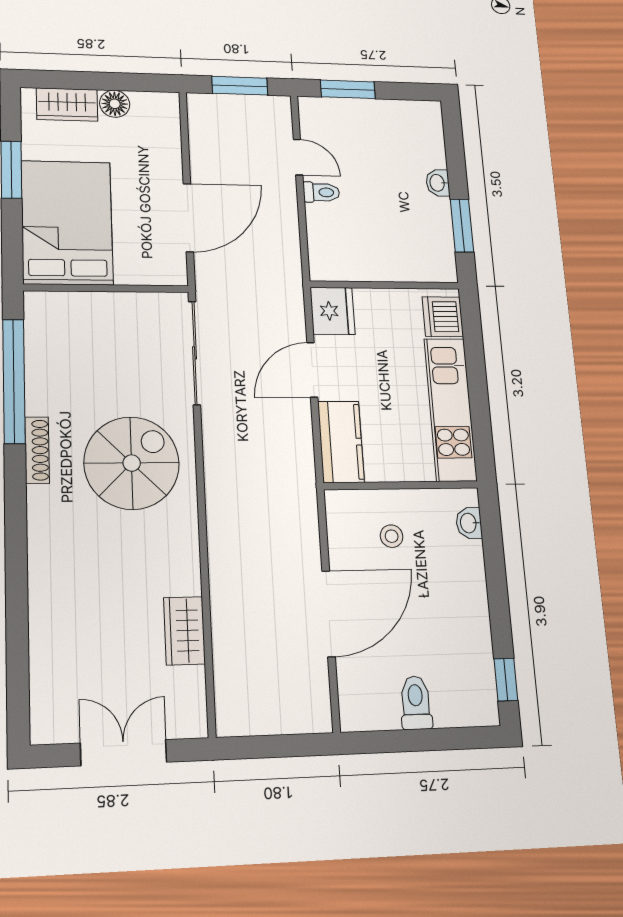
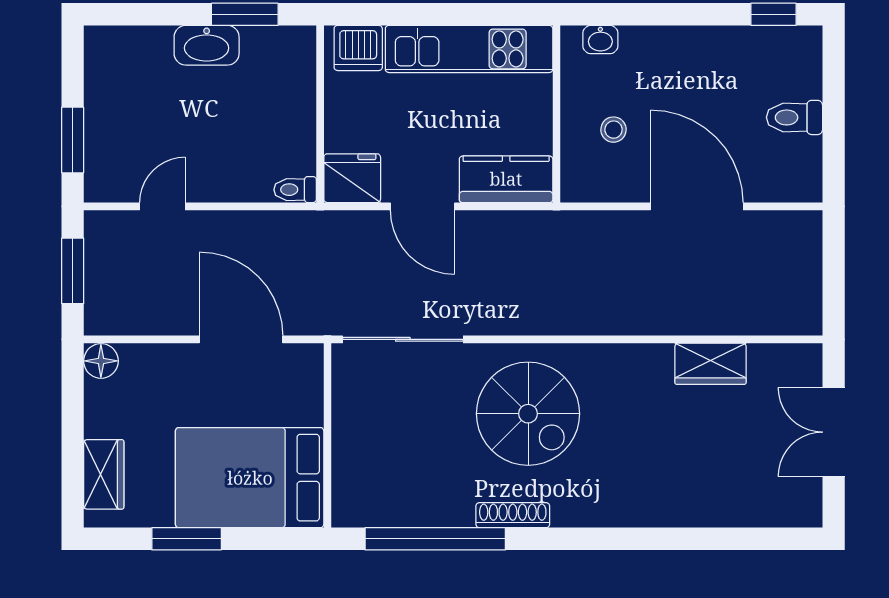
floor lamp: (115, 104) -> (101, 361), moved
washbasin: (438, 183) -> (207, 45), width x1.91, depth x1.45
toilet: (321, 192) -> (295, 190), moved, turned -90
spiral stairs: (132, 463) -> (528, 414), turned 180

